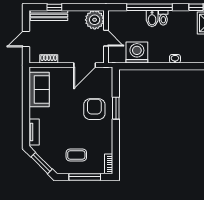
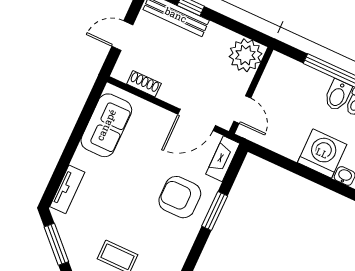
door: (106, 38) -> (242, 110), moved
washing machine: (137, 52) -> (322, 153), moved
fireplace: (108, 79) -> (223, 159), added
armchair: (94, 109) -> (180, 197), turned -90

